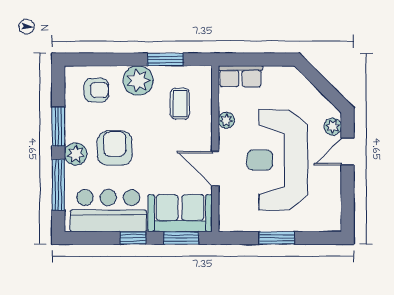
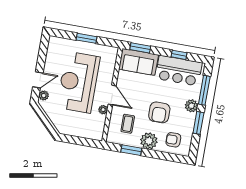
row of seats: (240, 76) -> (91, 133), removed
armchair: (115, 148) -> (159, 112), moved
reception desk: (277, 160) -> (78, 82), turned 180
door: (215, 169) -> (112, 95), moved
window: (133, 238) -> (179, 55), moved

